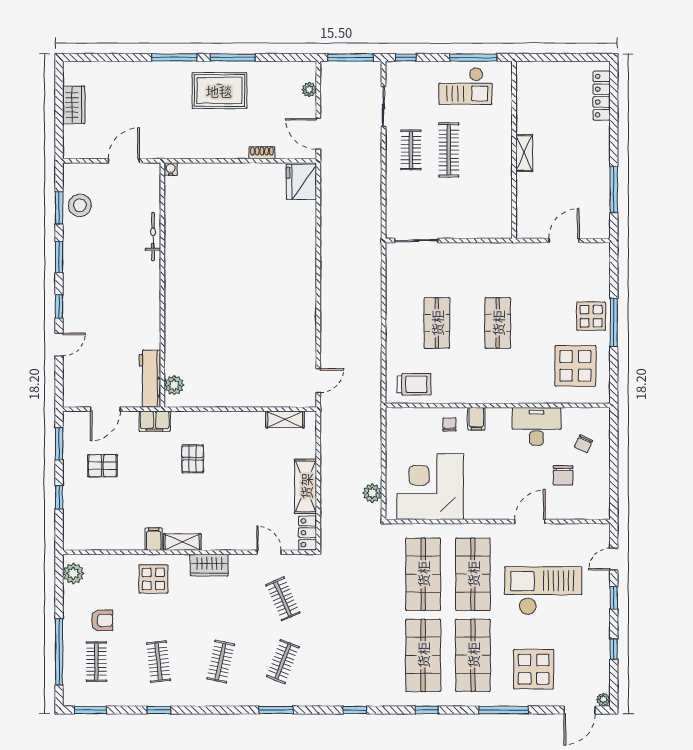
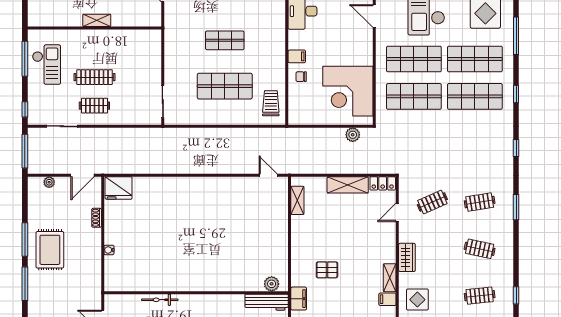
water cooler: (171, 169) -> (109, 250), moved
shop shelf: (437, 323) -> (225, 86), width x1.43, depth x1.36
clothes rail: (283, 662) -> (480, 202), turned -30

